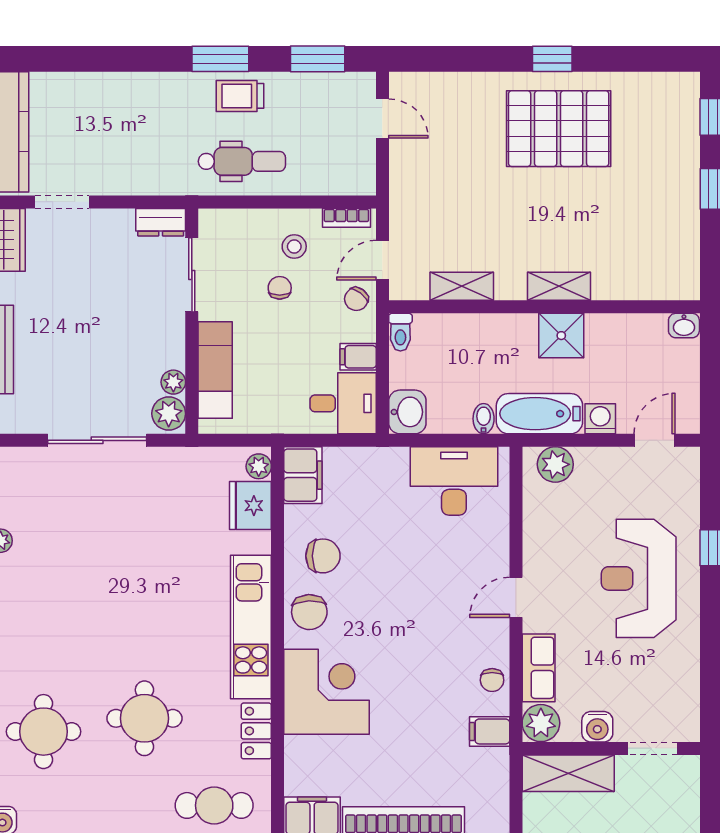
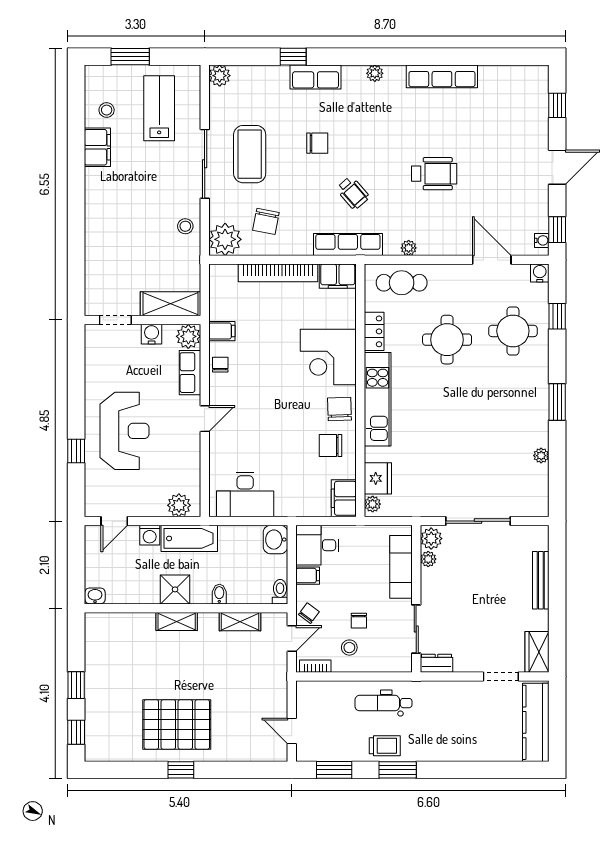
bidet: (484, 419) -> (219, 594), moved, turned 180

